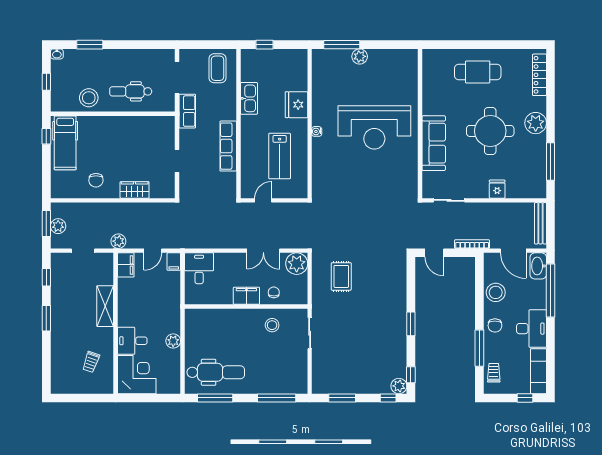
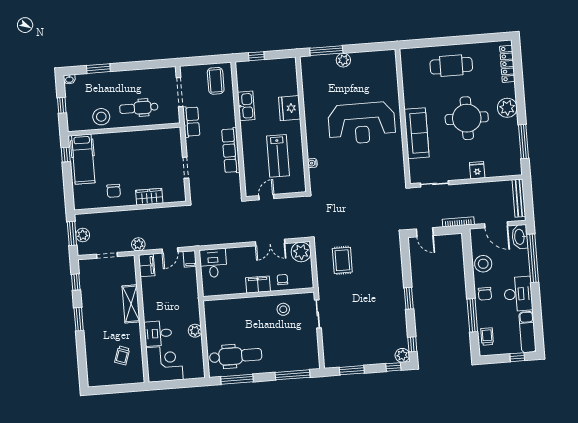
water cooler: (317, 131) -> (312, 163), moved

